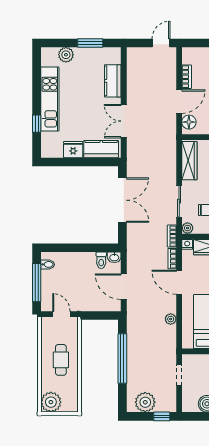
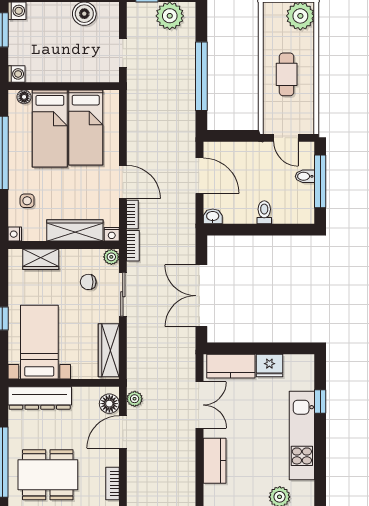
bookcase: (187, 77) -> (113, 484), moved
toilet: (101, 260) -> (264, 212), moved
bidet: (48, 264) -> (305, 176), moved
plant: (171, 319) -> (135, 399), moved

